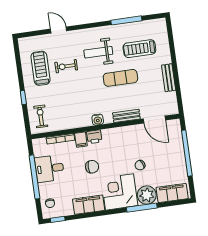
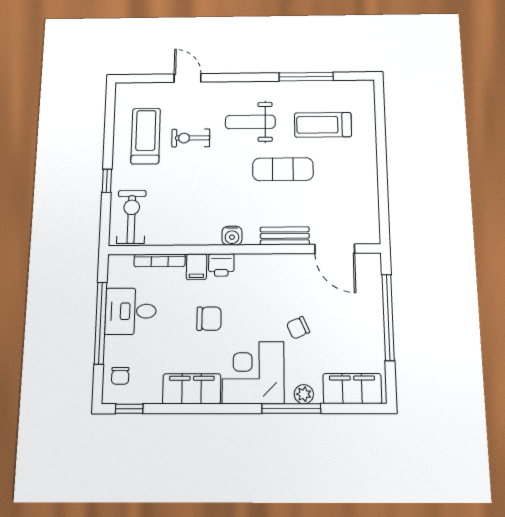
bench: (169, 78) -> (369, 180), removed
exercise bike: (41, 116) -> (131, 217), width x1.38, depth x1.39
plant: (147, 195) -> (304, 394), width x0.53, depth x0.53

